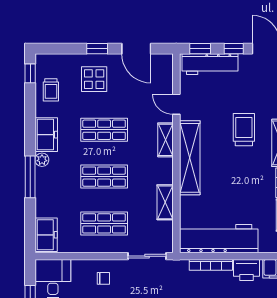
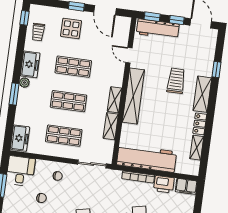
shelving: (165, 140) -> (115, 100), moved
window: (30, 177) -> (14, 94), width x0.69

